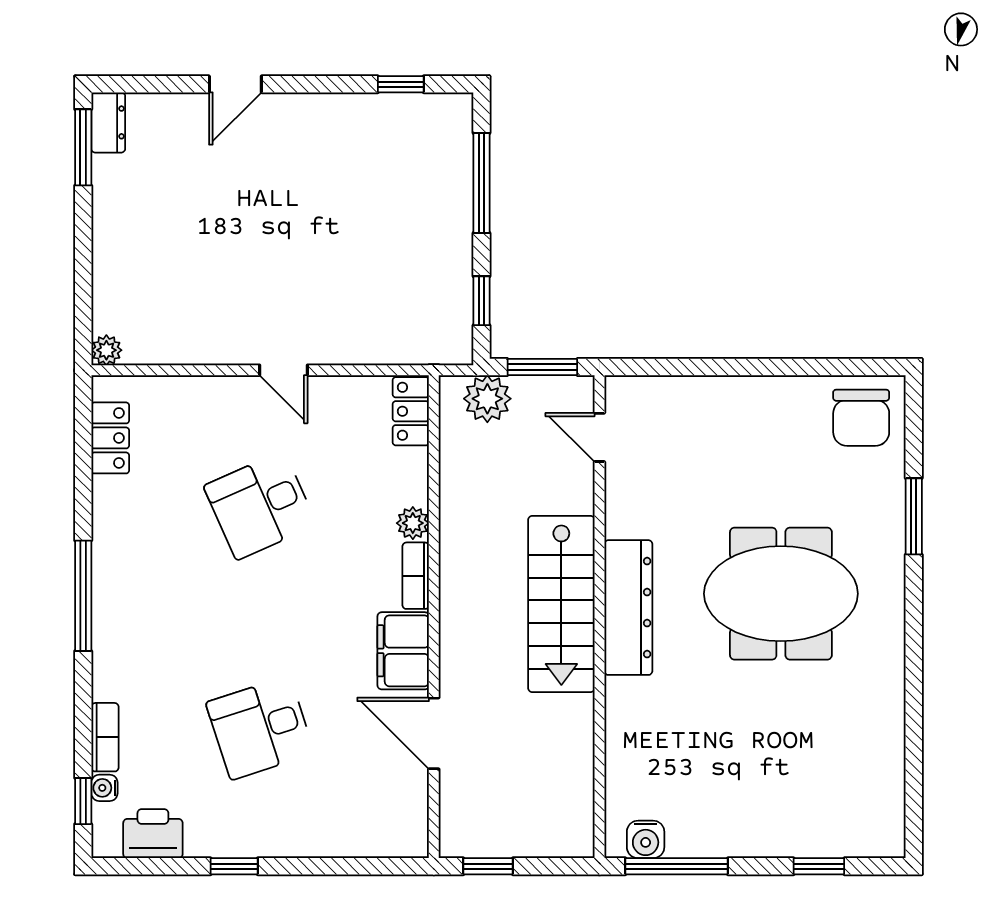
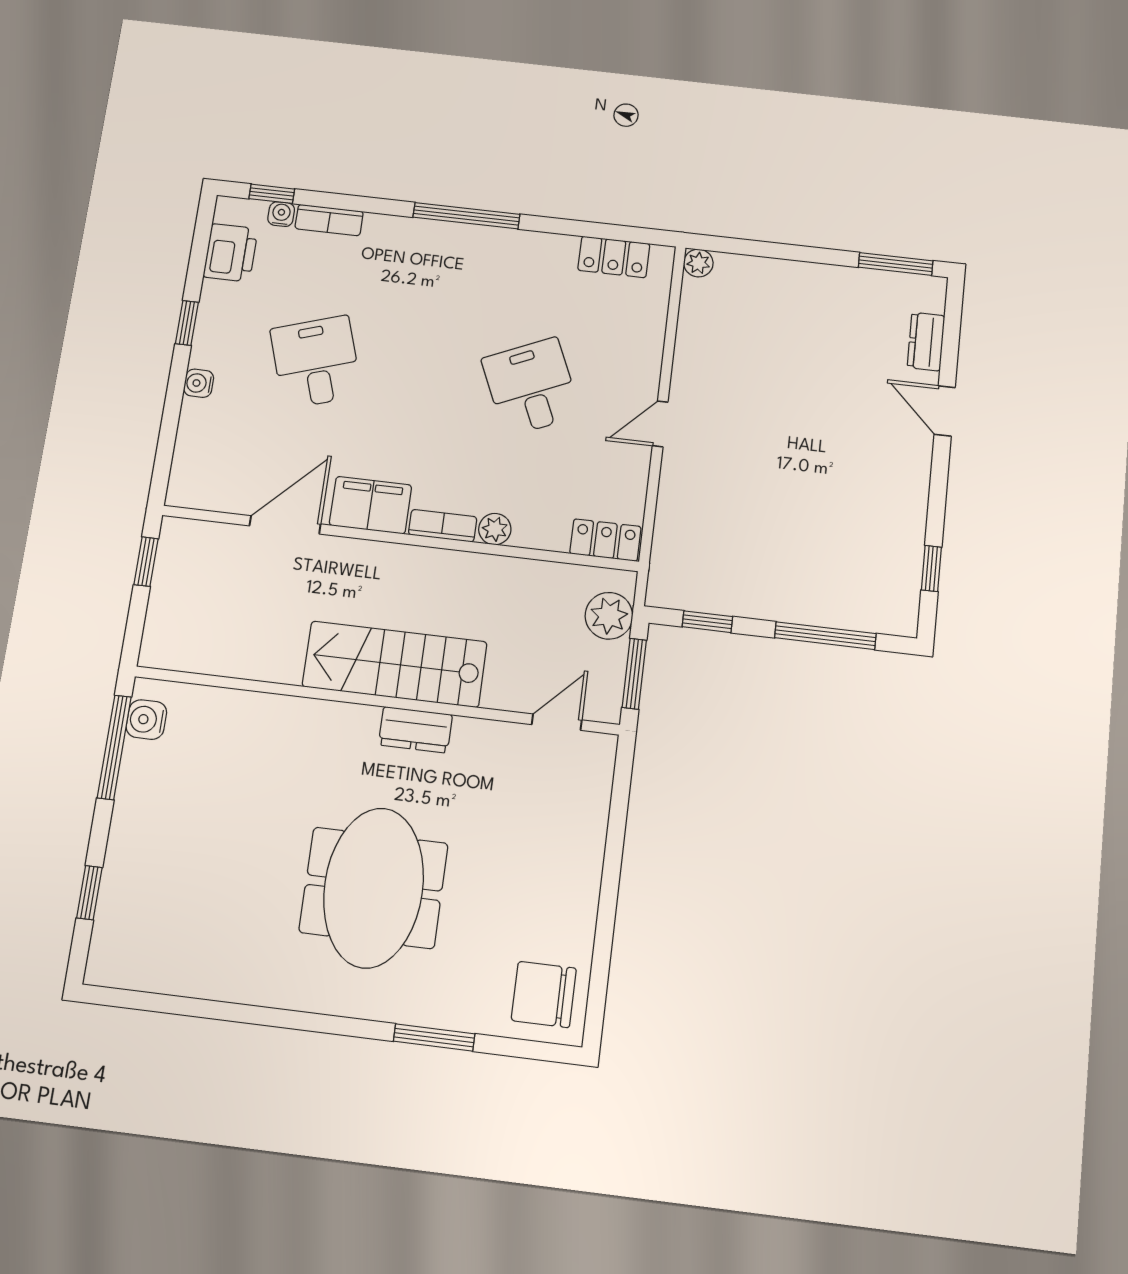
dresser: (108, 122) -> (926, 342), moved, turned 90
dresser: (628, 608) -> (415, 730), width x0.51, depth x0.80
water cooler: (297, 844) -> (199, 383), added

